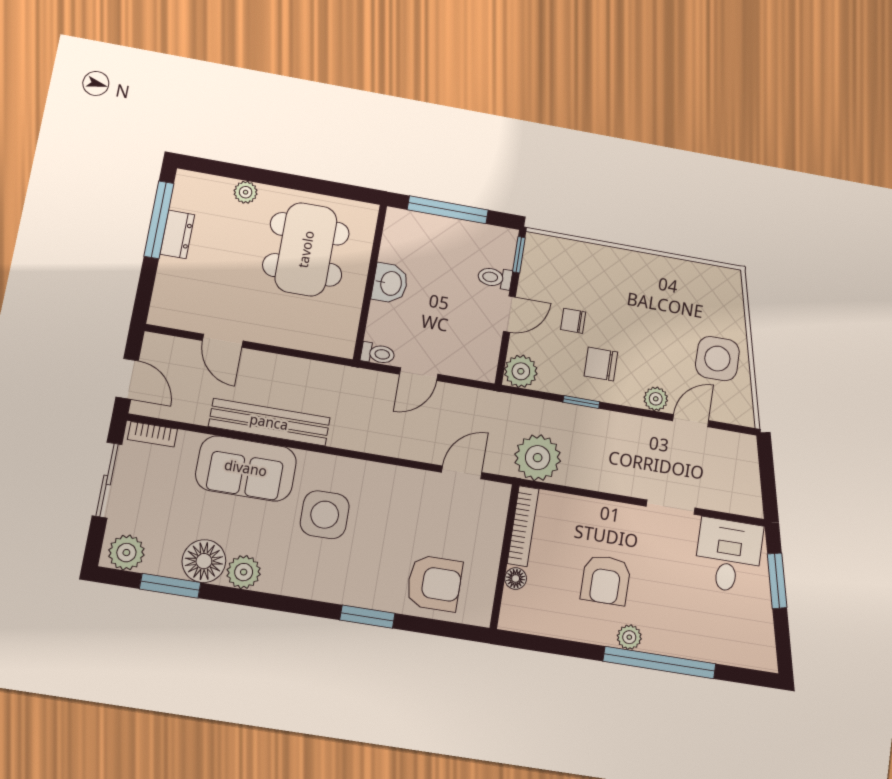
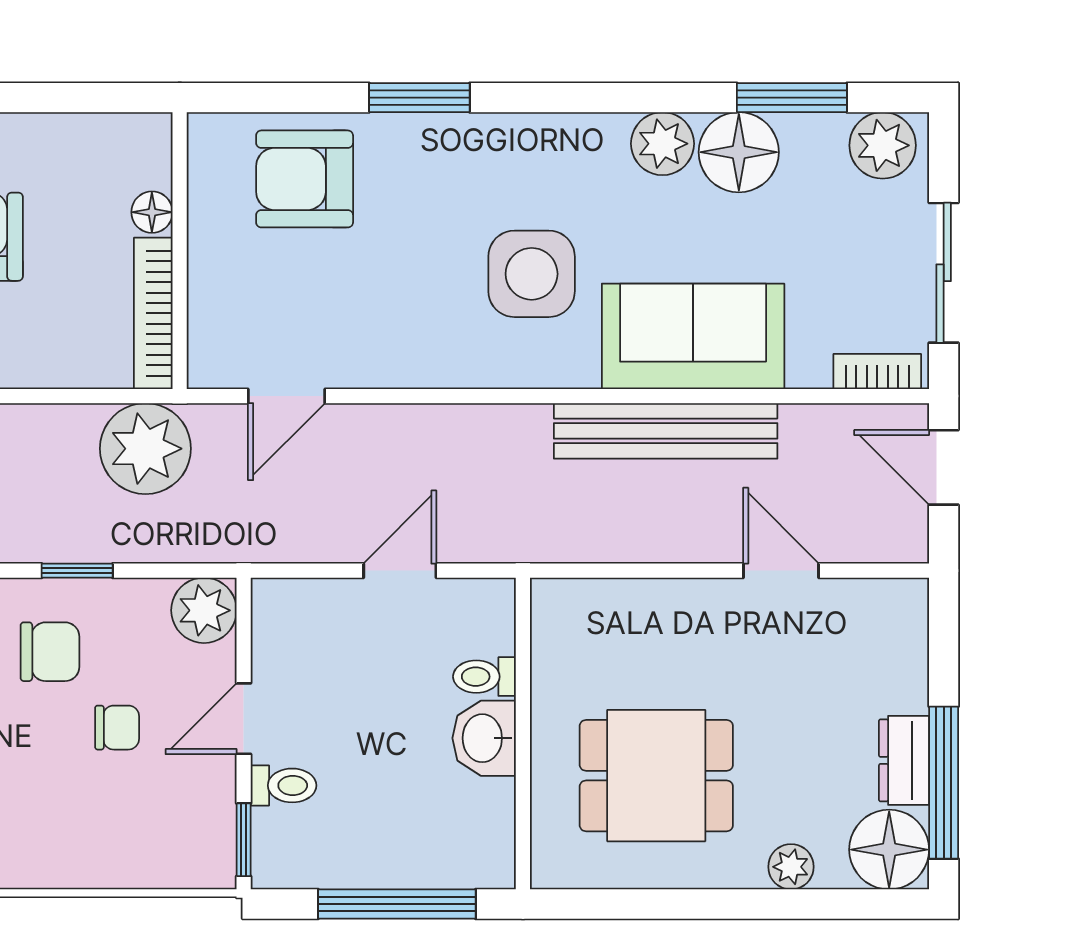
floor lamp: (194, 192) -> (889, 850), added
dining table: (306, 249) -> (656, 776), width x0.73
toilet: (378, 354) -> (484, 677), moved

